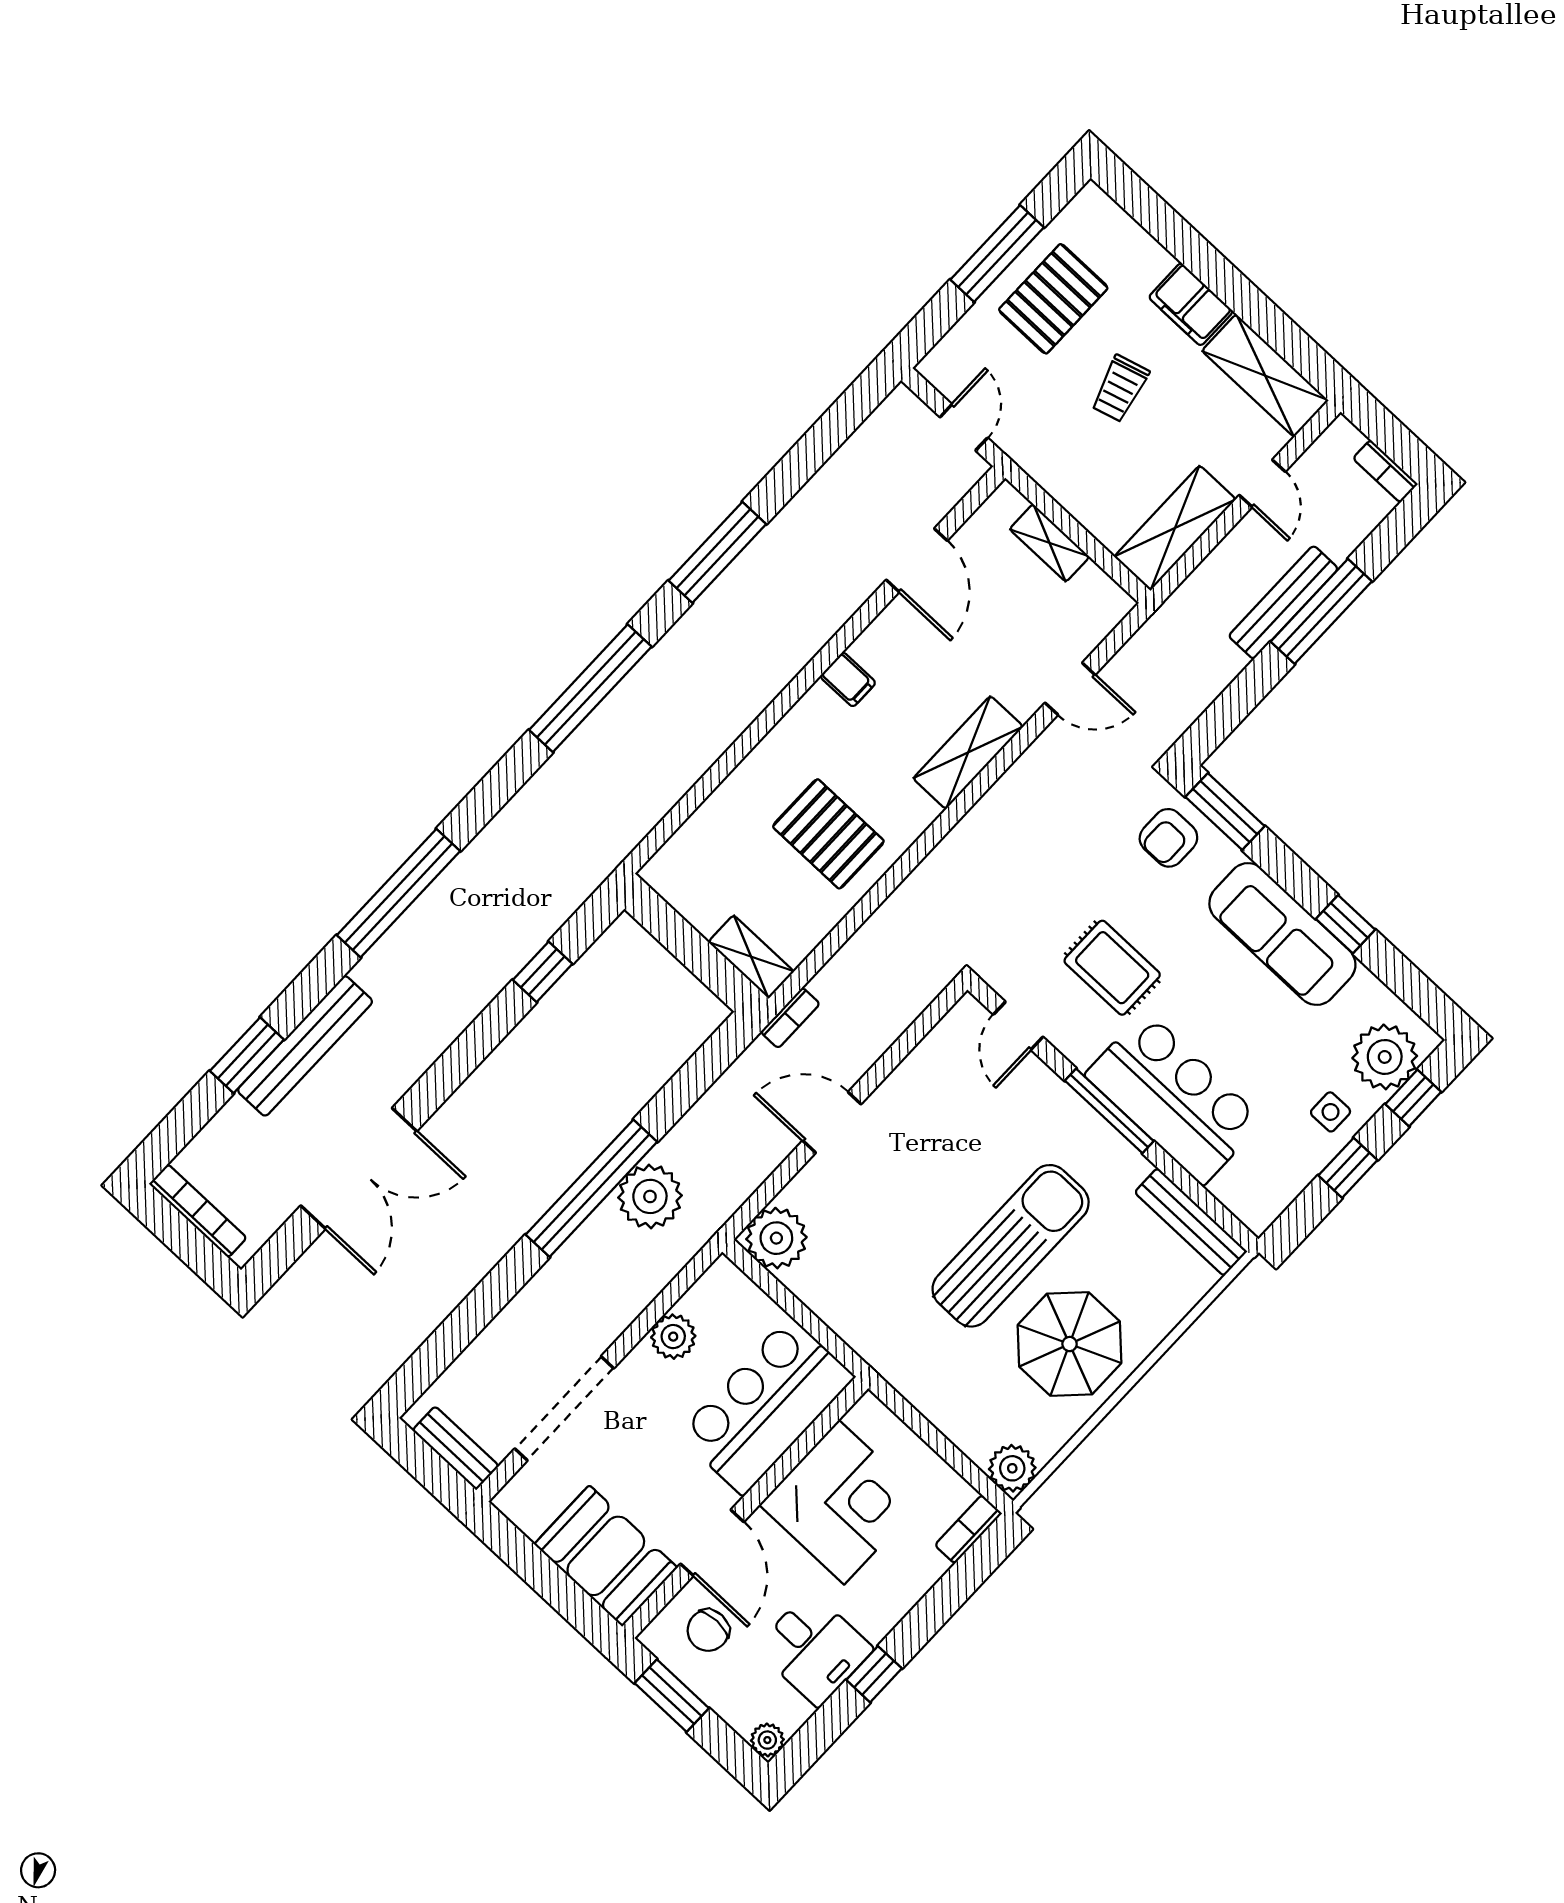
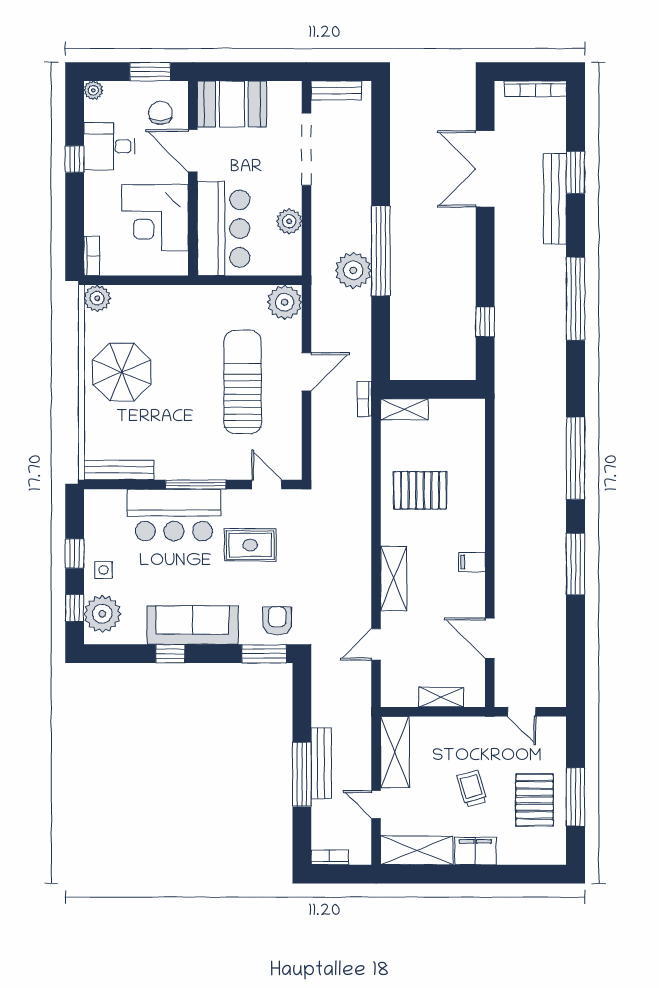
sun lounger: (1011, 1246) -> (243, 382), moved, turned 180

